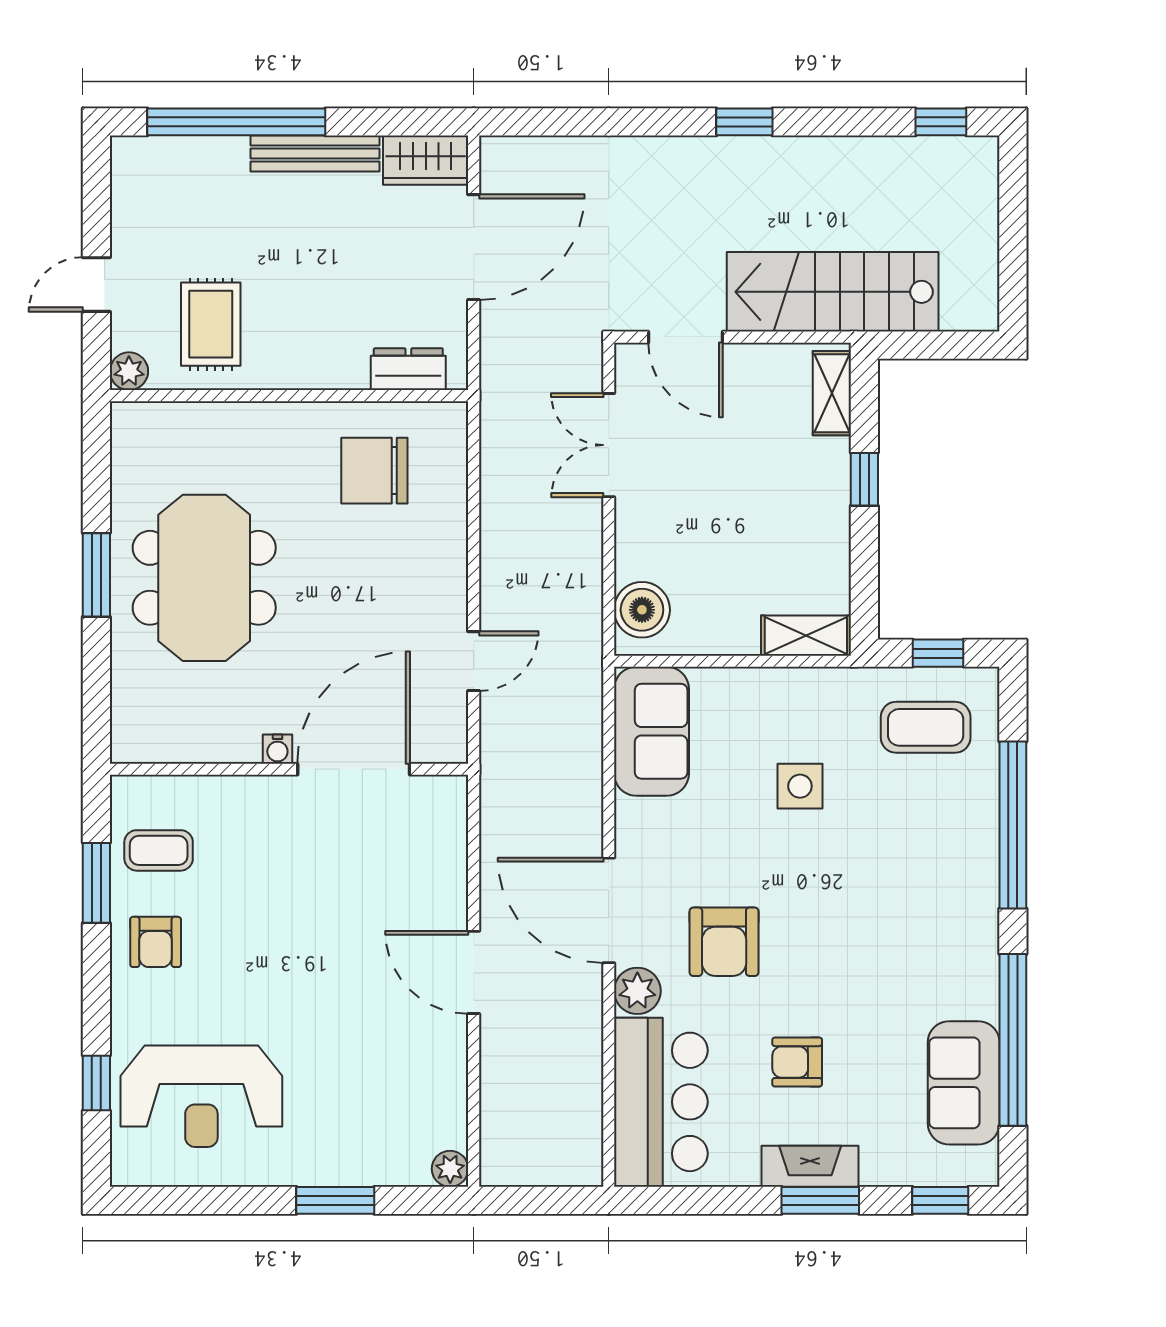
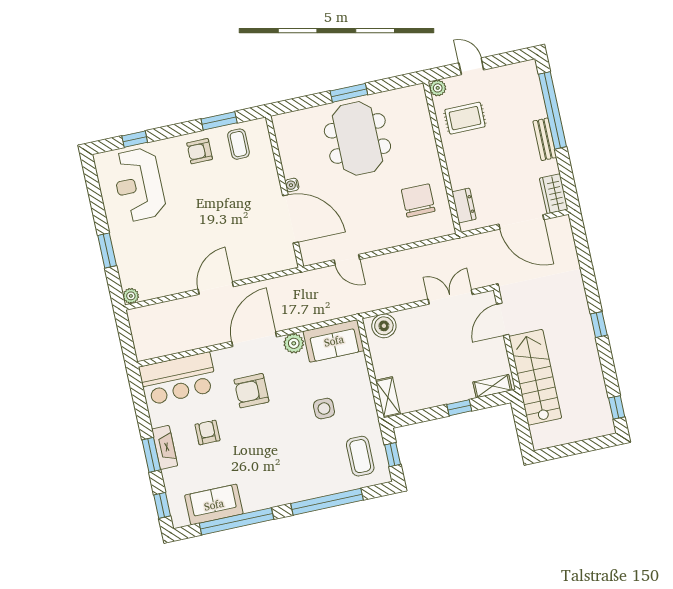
bench: (315, 154) -> (545, 139), width x0.73
meeting table: (204, 578) -> (357, 138), turned 90
plant: (637, 991) -> (294, 343), moved

